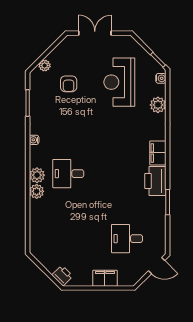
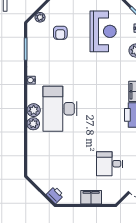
reception desk: (119, 82) -> (103, 31), turned 180
desk: (68, 174) -> (60, 109), width x1.87, depth x1.30

